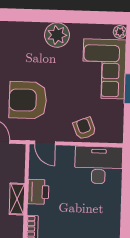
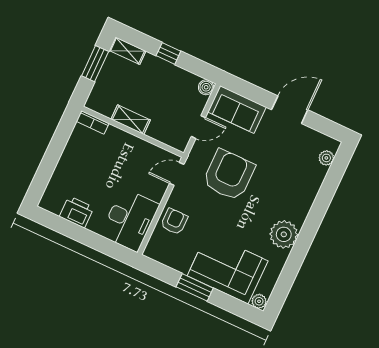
armchair: (85, 128) -> (174, 222), turned -68
printer: (38, 192) -> (77, 212), moved, turned 180

